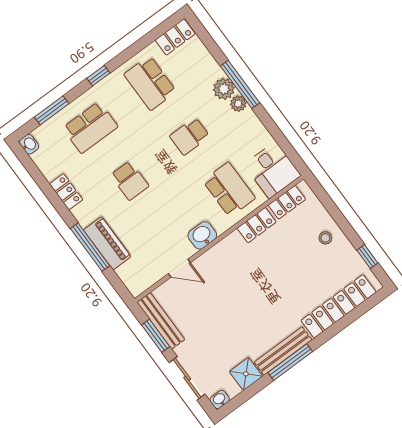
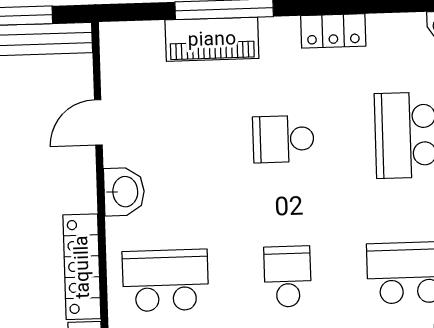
school desk: (229, 190) -> (165, 280), turned 180
locker: (257, 225) -> (82, 267), width x1.53

